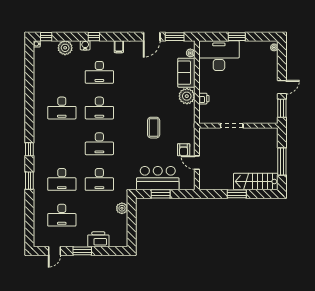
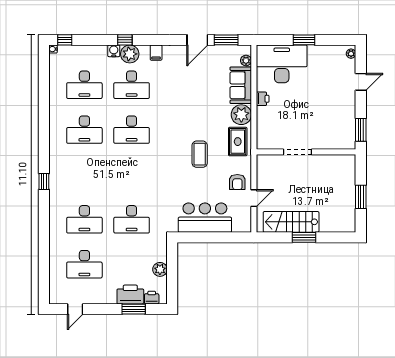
plant: (65, 48) -> (130, 54), moved
door: (282, 87) -> (361, 82), moved
printer: (204, 99) -> (263, 99), moved
rug: (184, 118) -> (238, 142), added
desk: (99, 144) -> (84, 85), moved
window: (282, 162) -> (361, 197), width x0.69
door: (197, 163) -> (254, 198), swing flipped
window: (29, 181) -> (44, 221), removed
stairs: (256, 181) -> (291, 222), moved
window: (161, 194) -> (209, 237), removed
plant: (122, 208) -> (160, 269), moved
printer: (115, 242) -> (152, 298), added
window: (82, 251) -> (134, 309), moved

